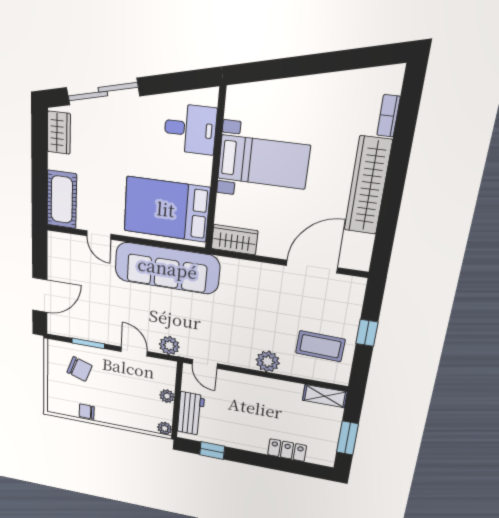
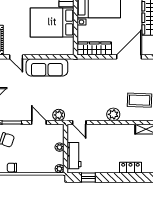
bed: (166, 209) -> (52, 22), moved
wardrobe: (234, 240) -> (94, 49), width x1.50
sofa: (167, 268) -> (47, 67), width x0.74, depth x0.79

